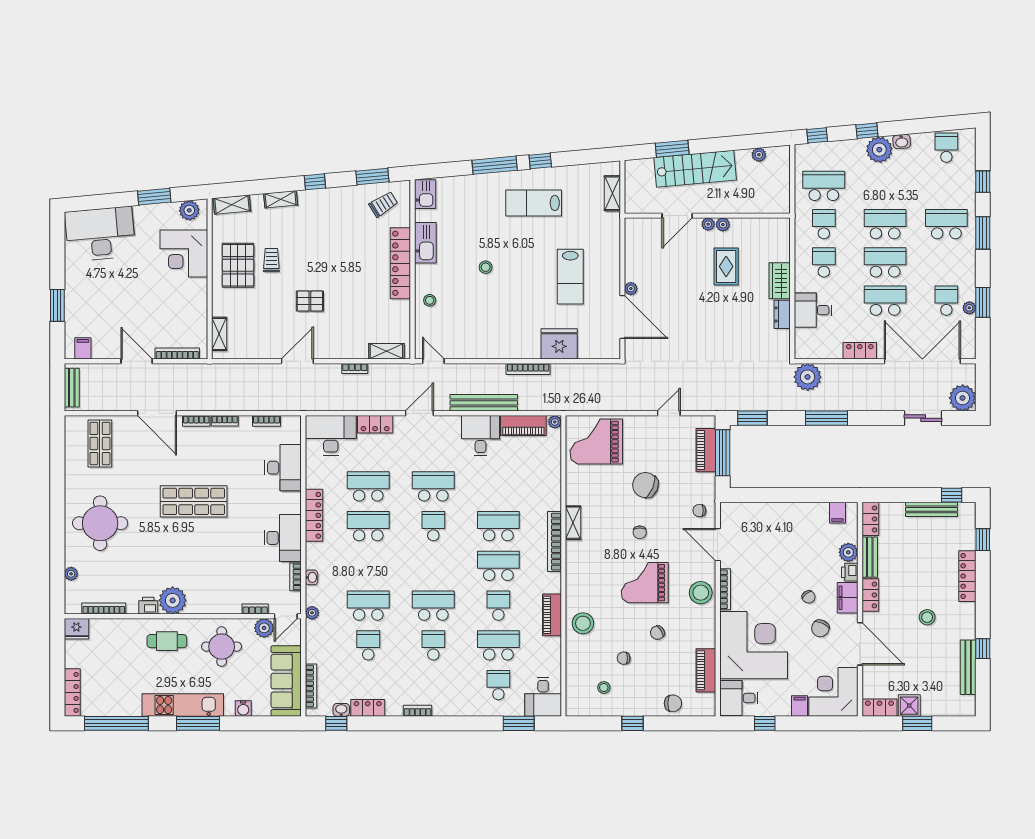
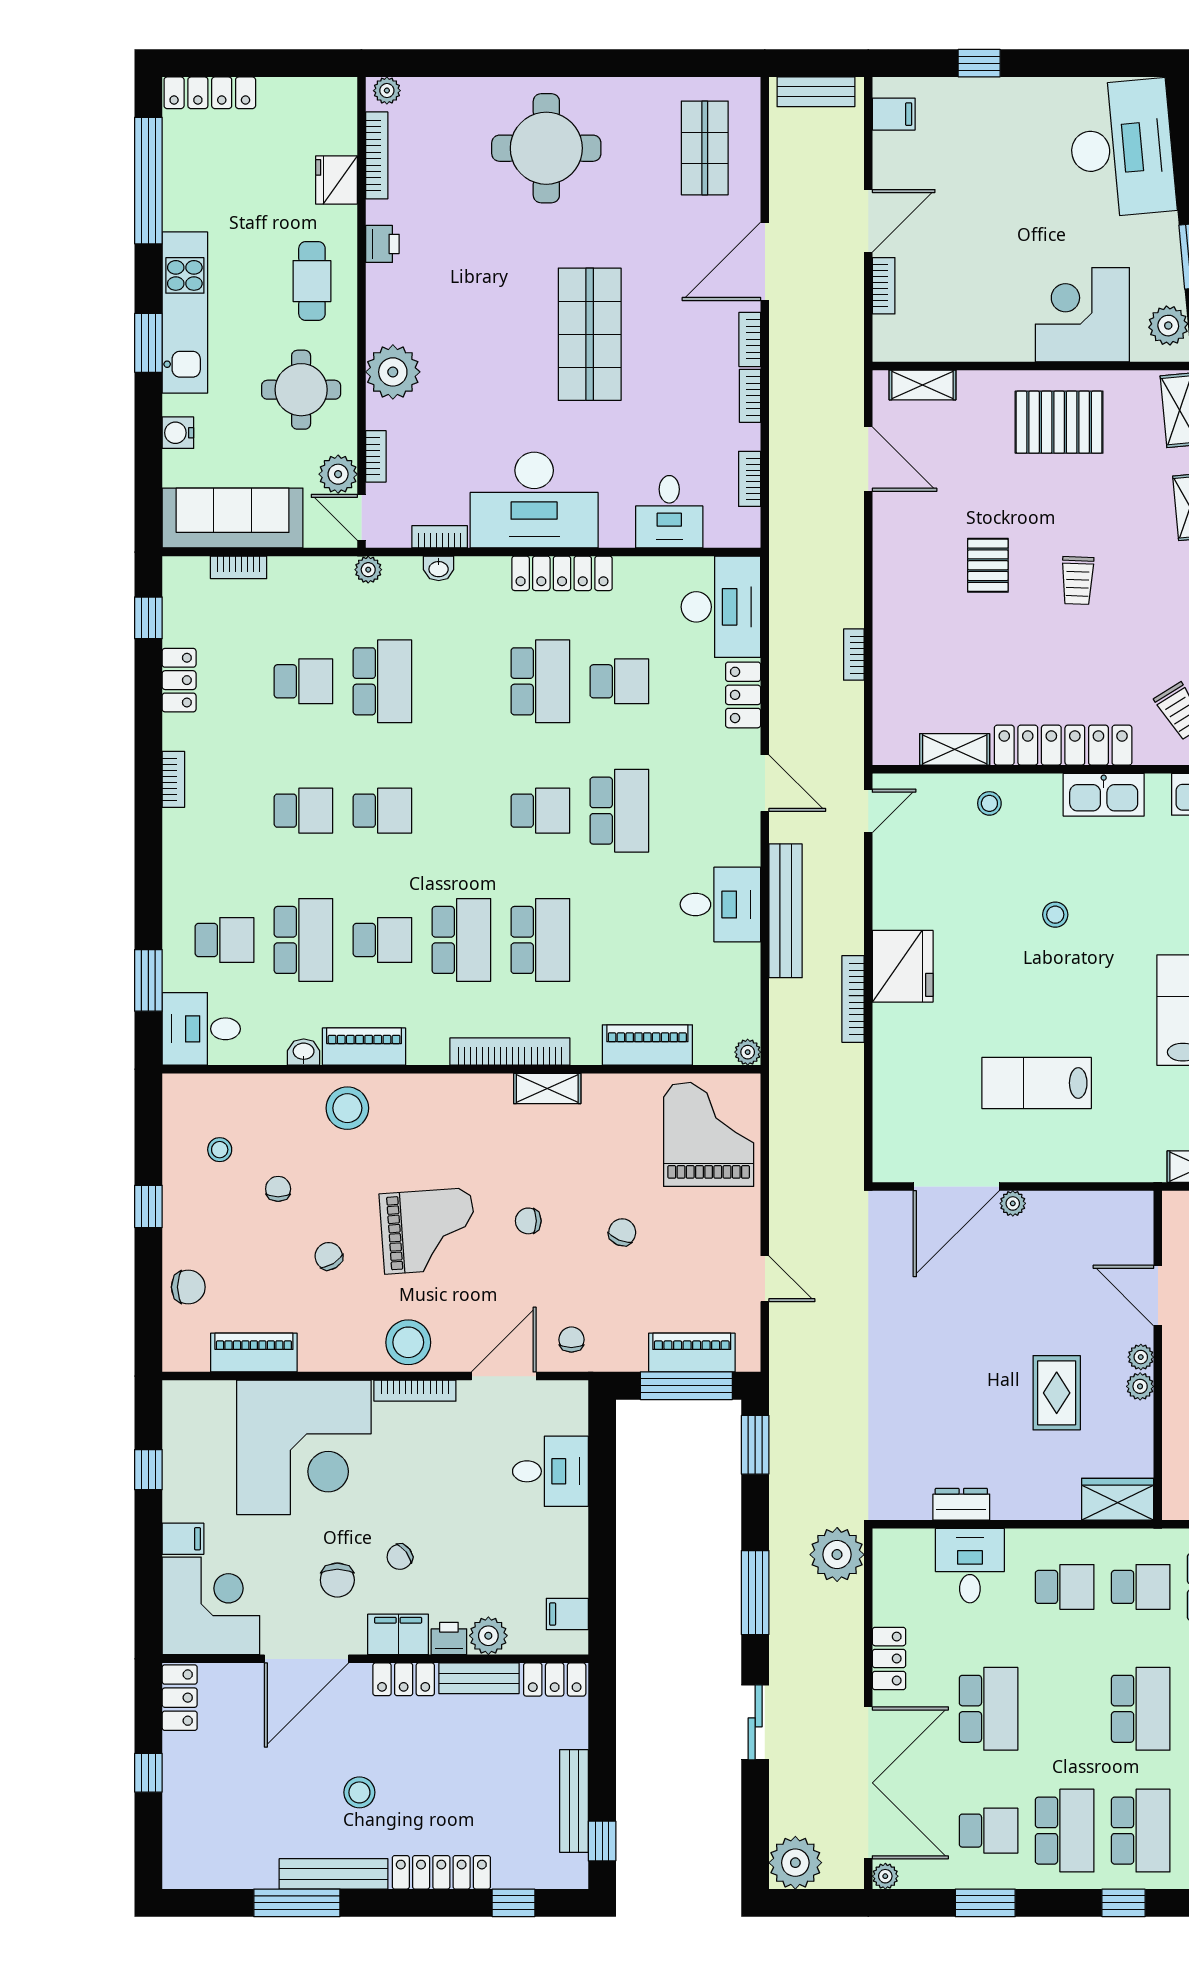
window: (983, 233) -> (1124, 1903), width x0.67
trolley: (271, 260) -> (1078, 580), moved, turned 92
school desk: (885, 262) -> (1065, 1831), moved
rug: (726, 266) -> (1057, 1393), turned 90
wardrobe: (780, 281) -> (1118, 1499), moved
window: (57, 305) -> (979, 63), width x0.67
plant: (969, 308) -> (885, 1876), moved
fridge: (559, 344) -> (903, 966), moved
shelving: (386, 351) -> (955, 749), moved, turned 90
bookcase: (177, 354) -> (884, 286), width x0.64
door: (297, 361) -> (868, 459), moved
sliding door: (923, 418) -> (755, 1722), moved
piano: (523, 426) -> (647, 1045), moved, turned 90
shop shelf: (100, 444) -> (705, 148), turned 90
desk: (283, 468) -> (669, 512), width x0.73
chair: (645, 485) -> (622, 1232), width x0.54, depth x0.54
school desk: (368, 486) -> (619, 681), width x0.54
desk: (283, 538) -> (534, 500), width x1.36, depth x1.30
plant: (71, 574) -> (387, 91), moved
grand piano: (645, 583) -> (428, 1231), turned 86
plant: (173, 600) -> (393, 372), moved
school desk: (433, 606) -> (382, 811), width x0.54
chair: (820, 628) -> (337, 1580), turned -114
fridge: (76, 629) -> (336, 180), moved
window: (983, 649) -> (297, 1903), width x2.17
bench: (968, 667) -> (334, 1874), moved
bookcase: (311, 686) -> (239, 567), width x0.64
desk: (739, 698) -> (550, 1471), moved, turned 90
chair: (673, 703) -> (188, 1287), turned -90
shower: (909, 706) -> (184, 1757), removed
washbasin: (341, 710) -> (304, 1052), moved, turned -90
window: (198, 723) -> (148, 343), width x0.69
window: (917, 723) -> (148, 1773), width x0.67

